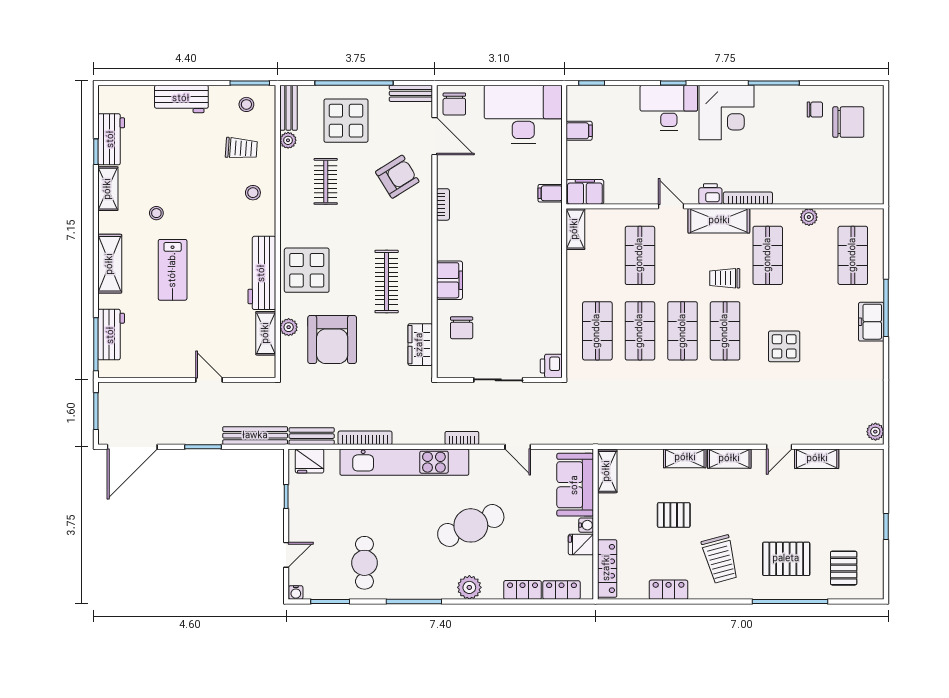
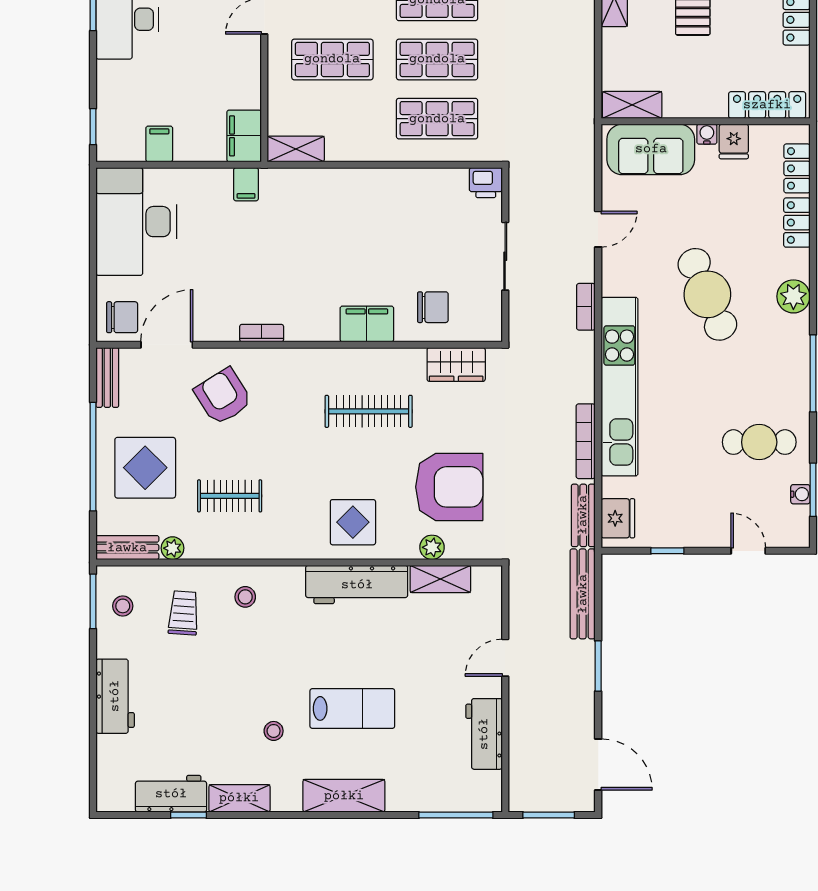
display table: (307, 270) -> (353, 522), width x0.73, depth x0.73
workbench: (111, 335) -> (484, 734), moved, turned -90
door: (132, 447) -> (598, 764), width x0.73
water cooler: (296, 592) -> (800, 494), moved

